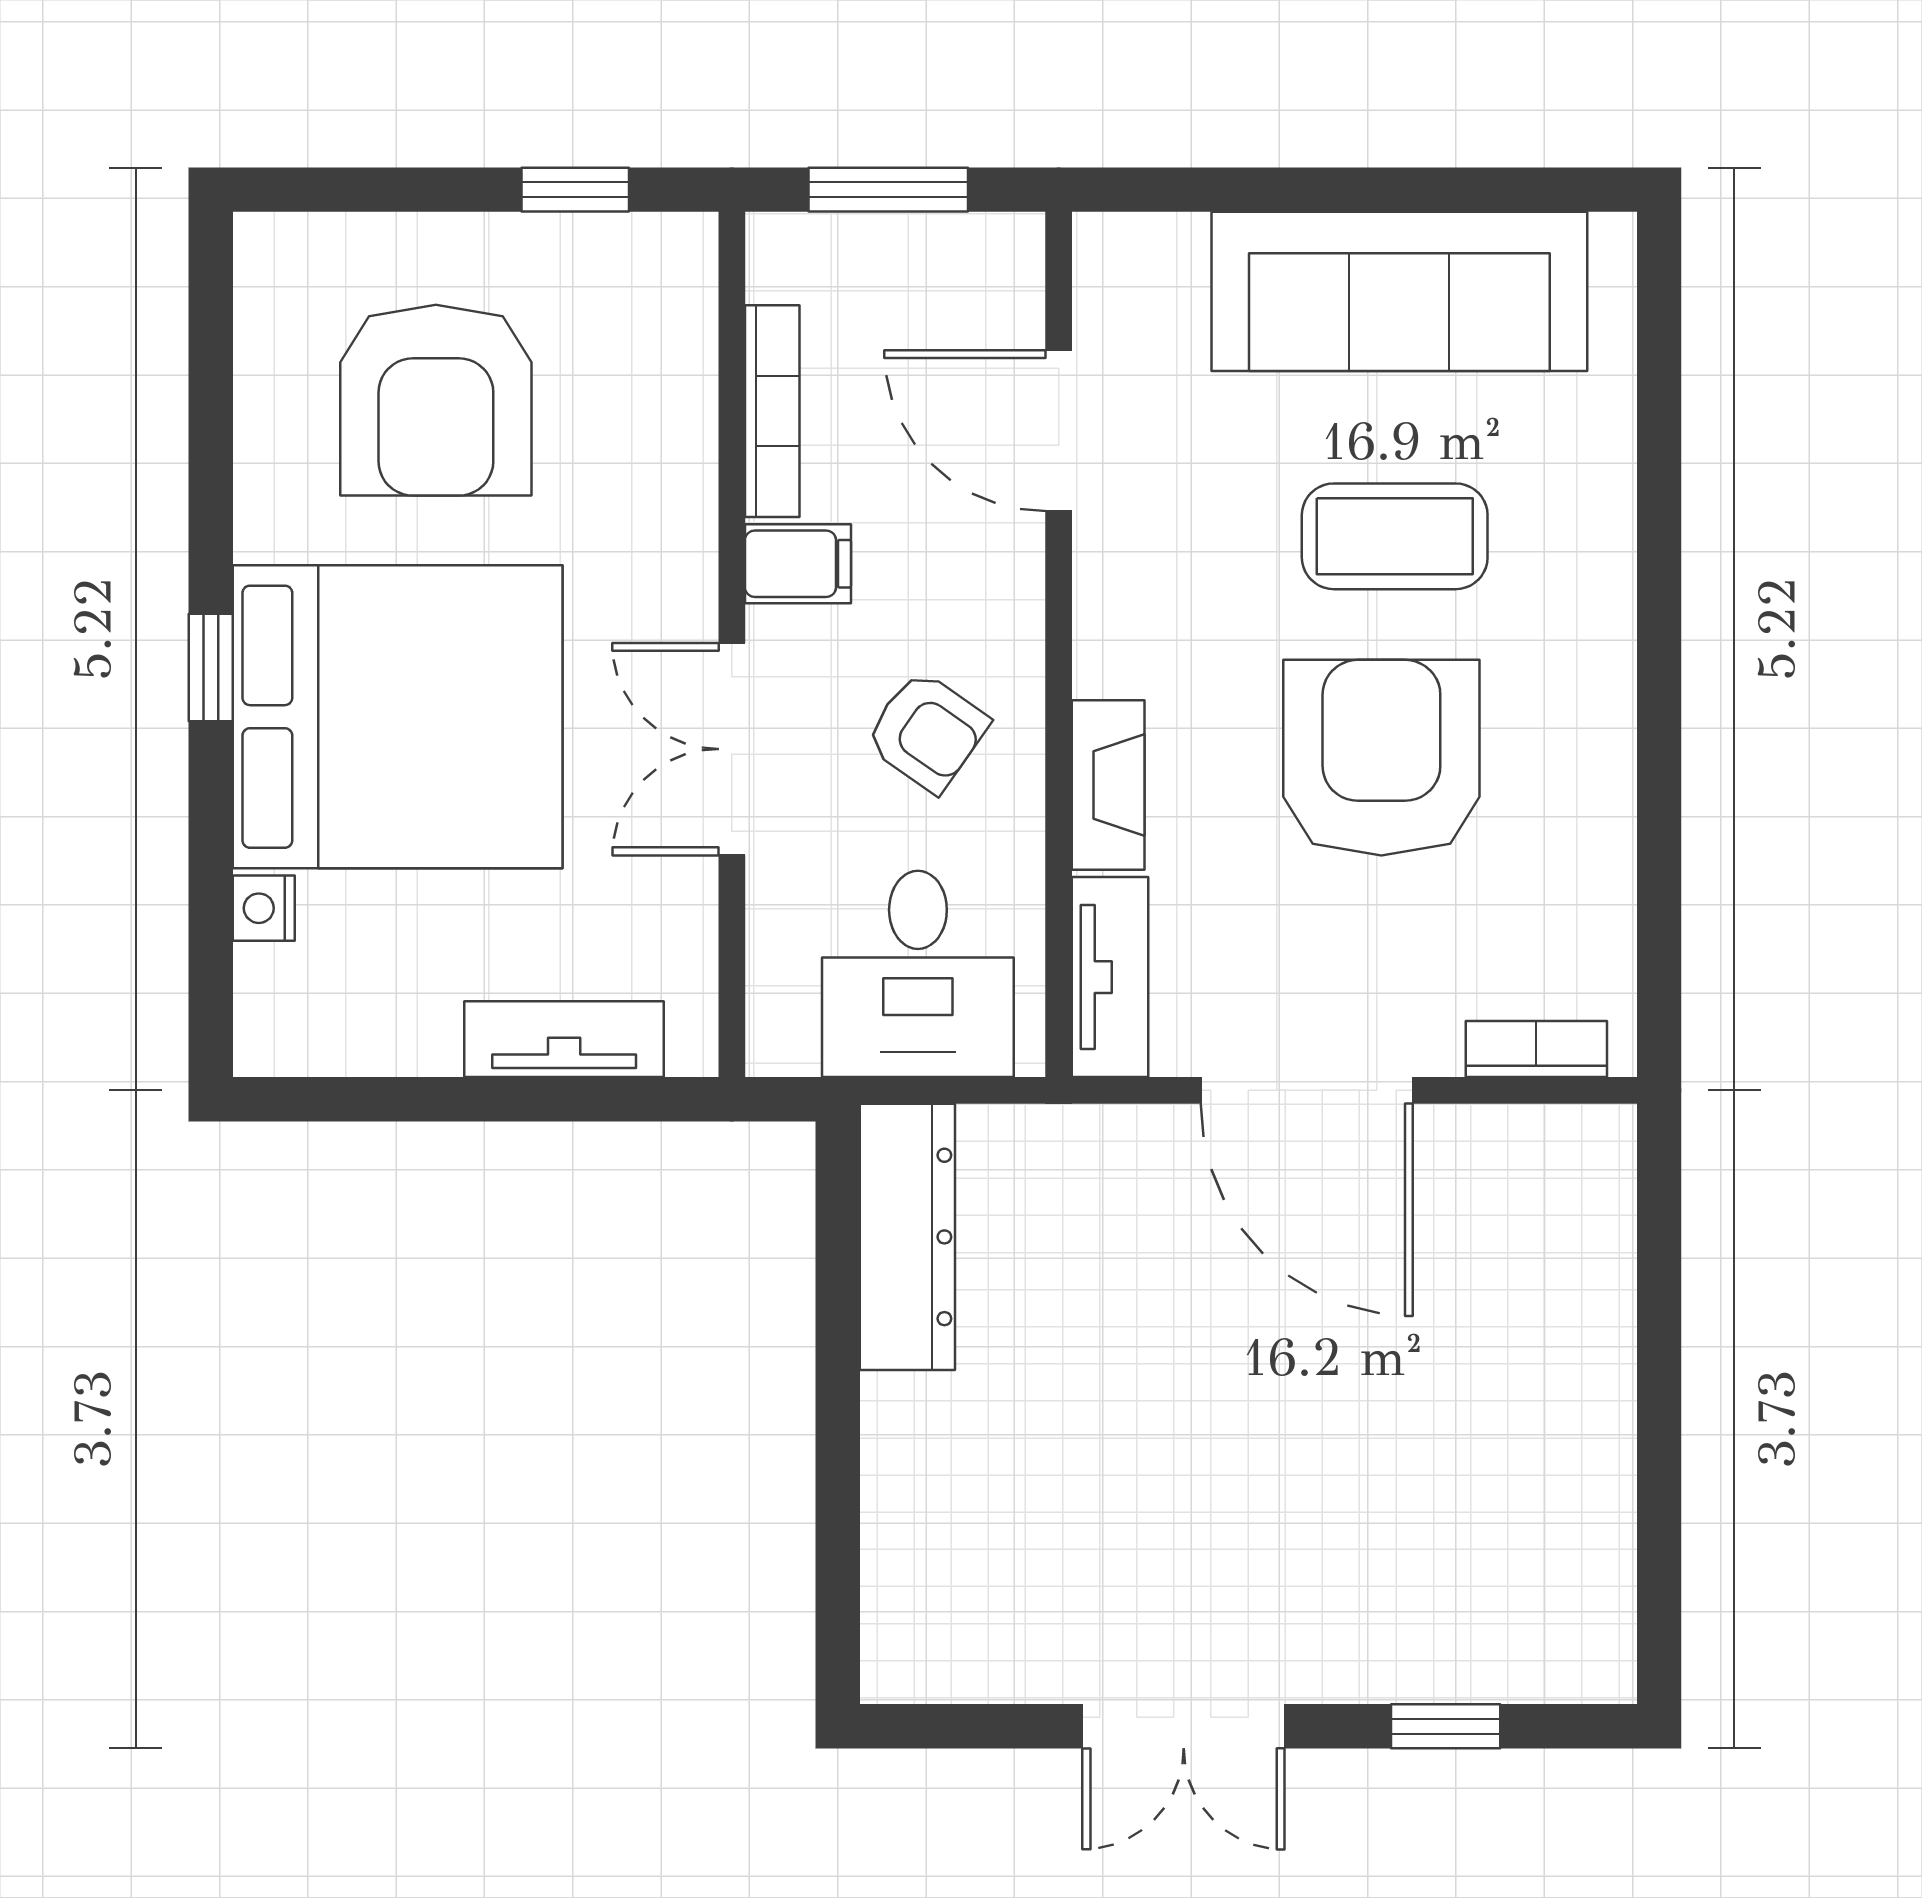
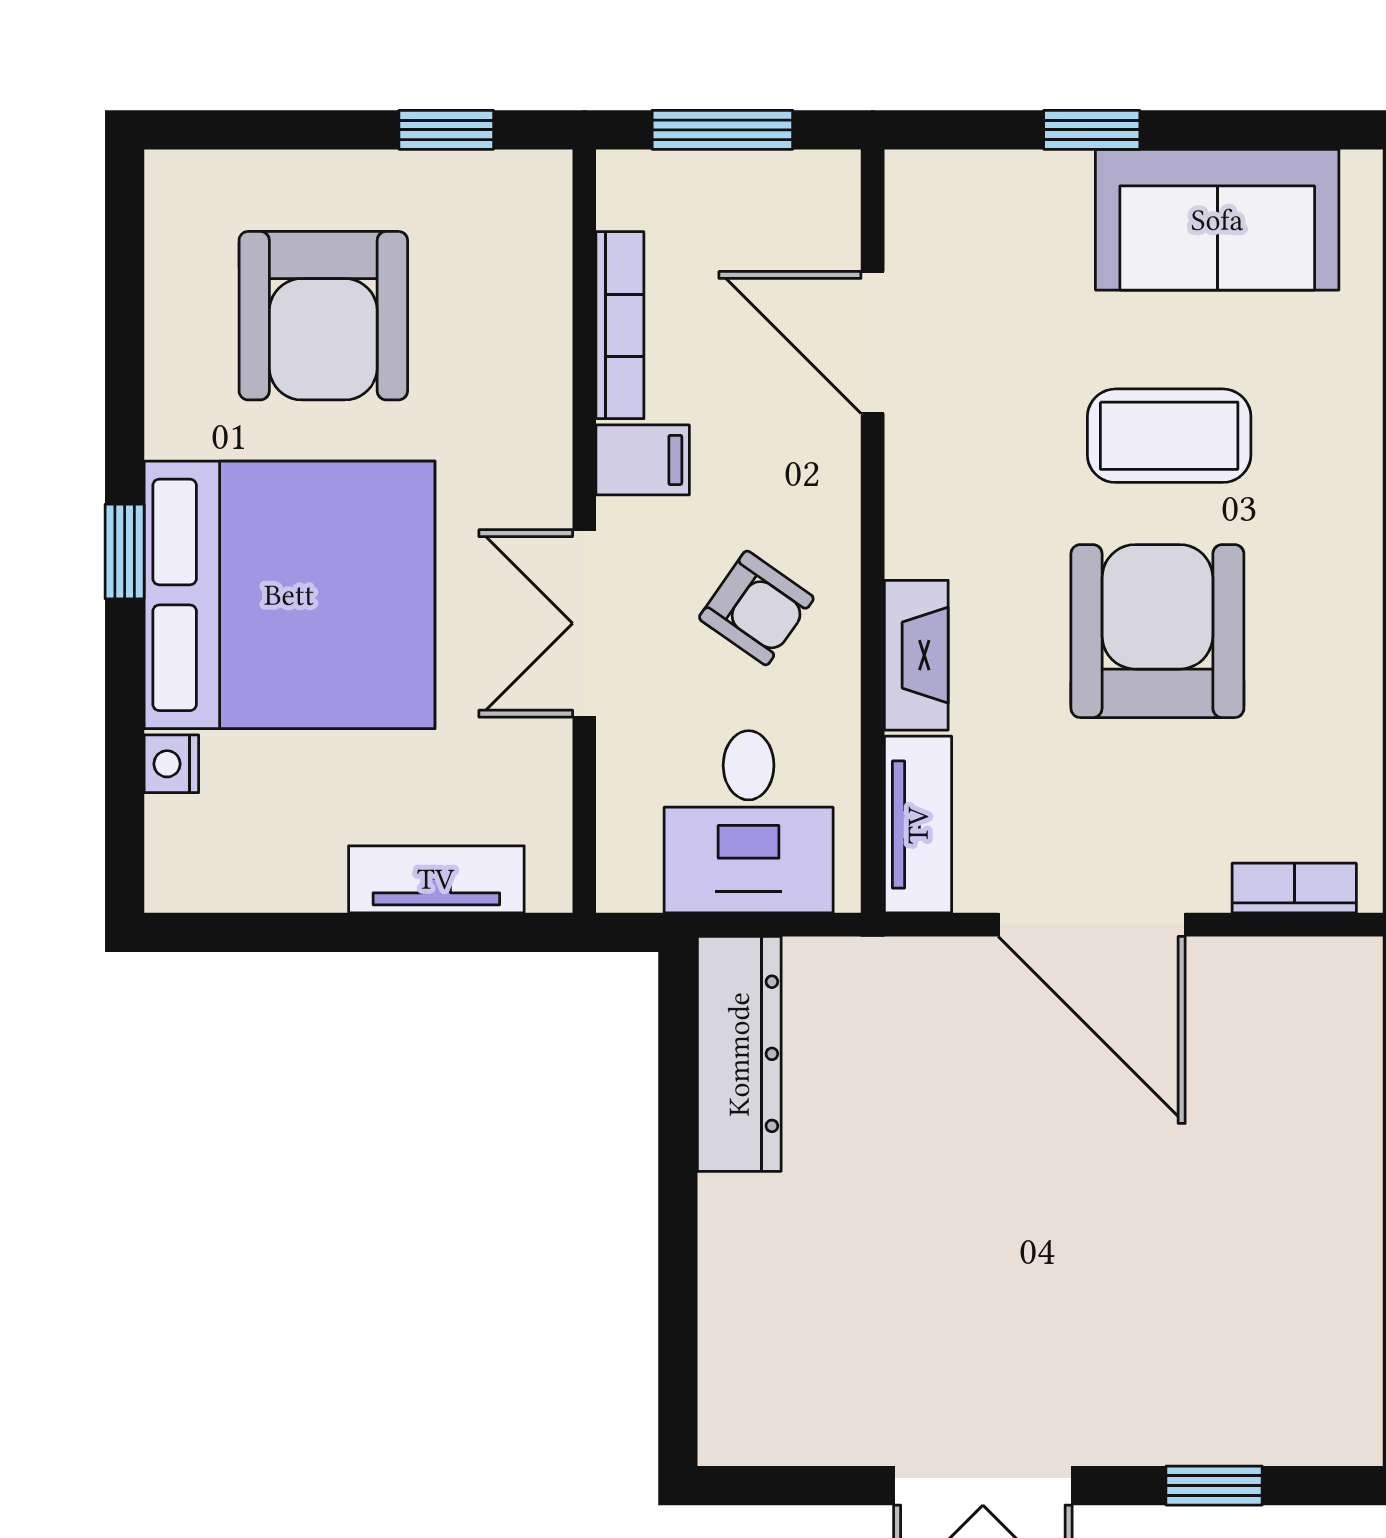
window: (1307, 190) -> (1092, 130), added
sofa: (1399, 291) -> (1217, 220), width x0.73

